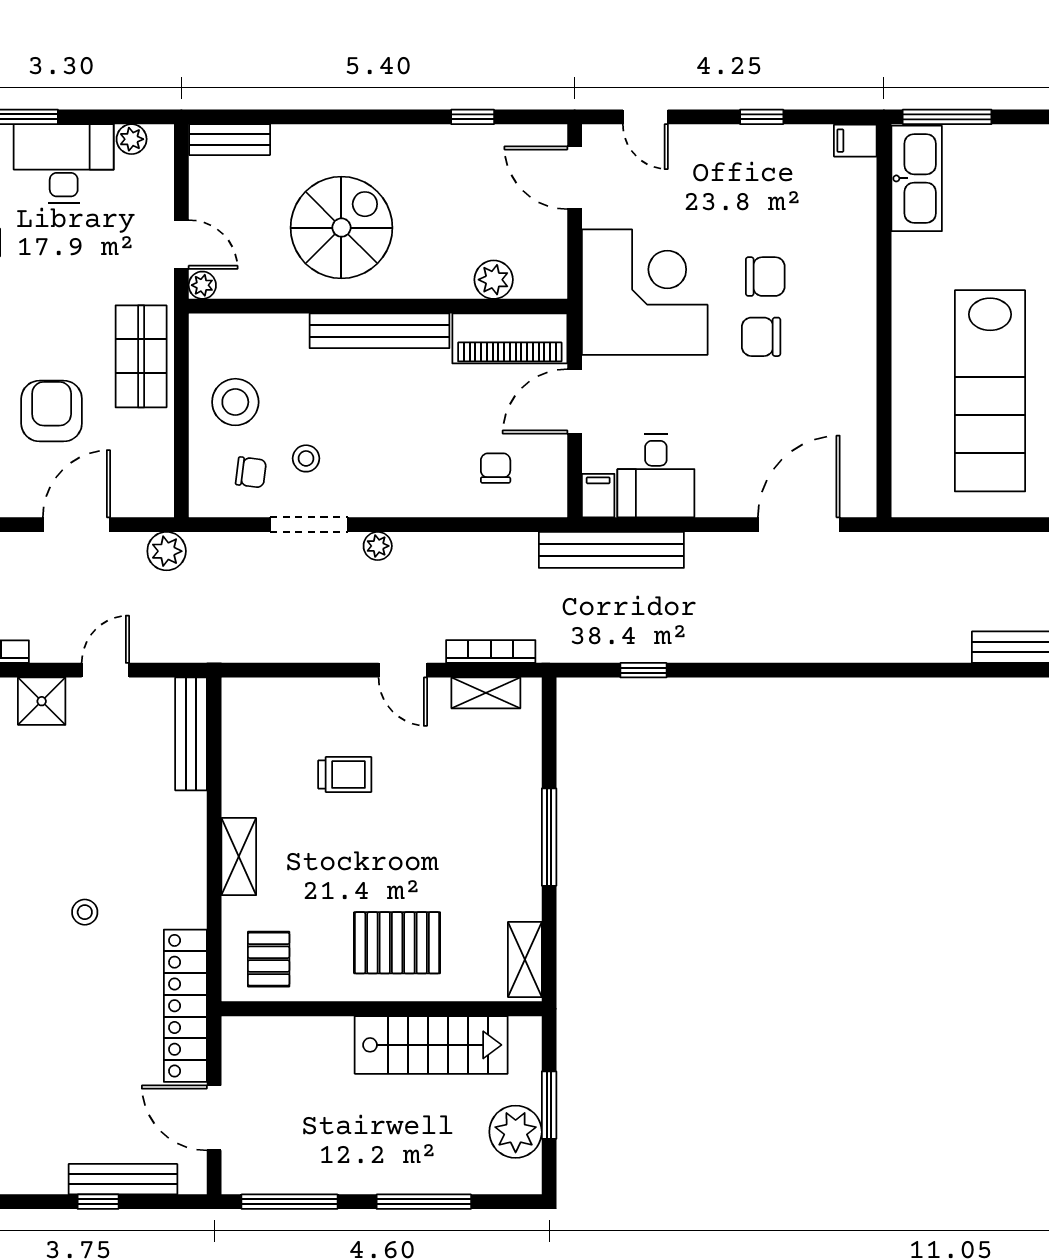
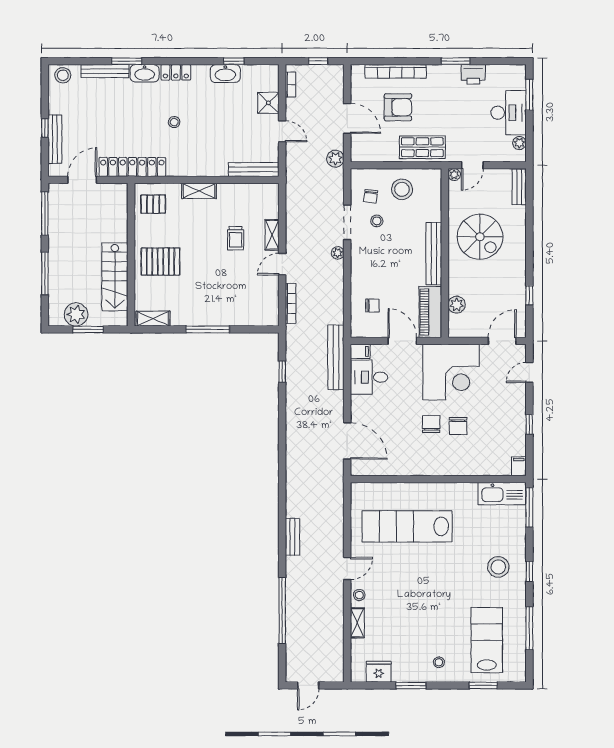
shelving: (486, 693) -> (272, 235), moved
pallet: (397, 943) -> (160, 262), turned 90

